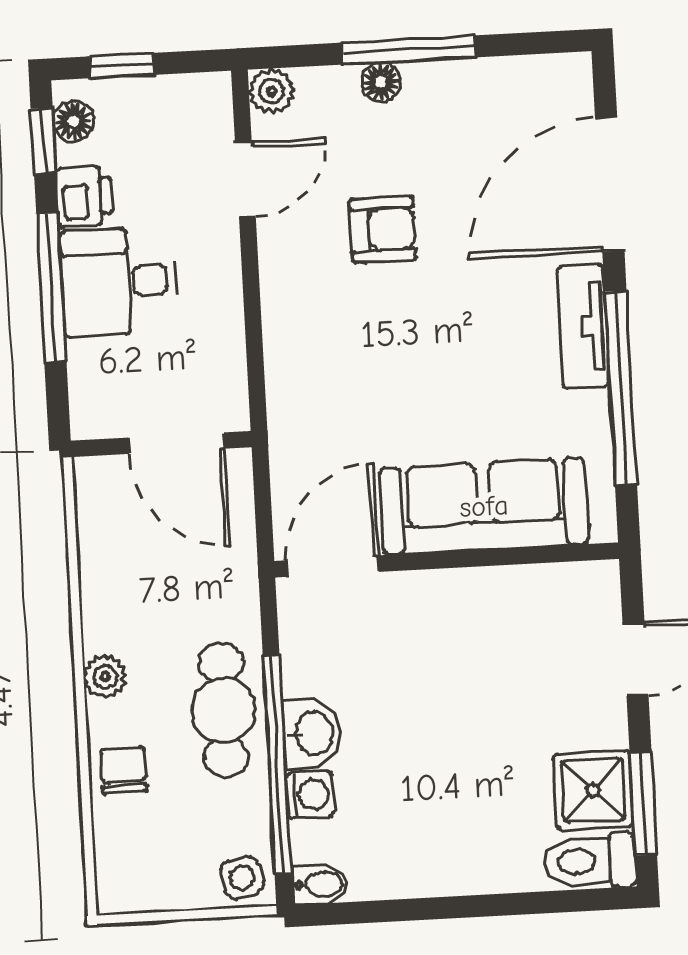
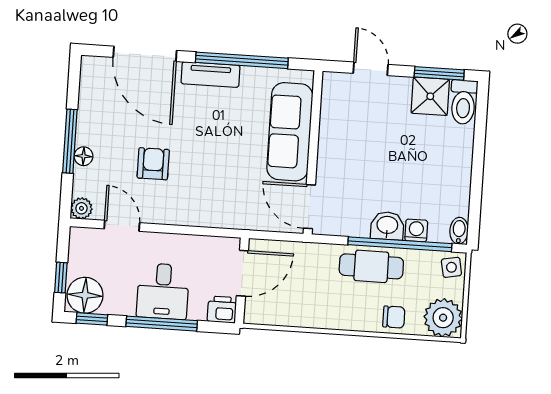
floor lamp: (73, 121) -> (85, 295), width x1.89, depth x1.89
printer: (84, 196) -> (222, 310), moved
plant: (105, 677) -> (443, 318), moved, width x1.88, depth x1.88
chair: (124, 770) -> (394, 317), turned 180

